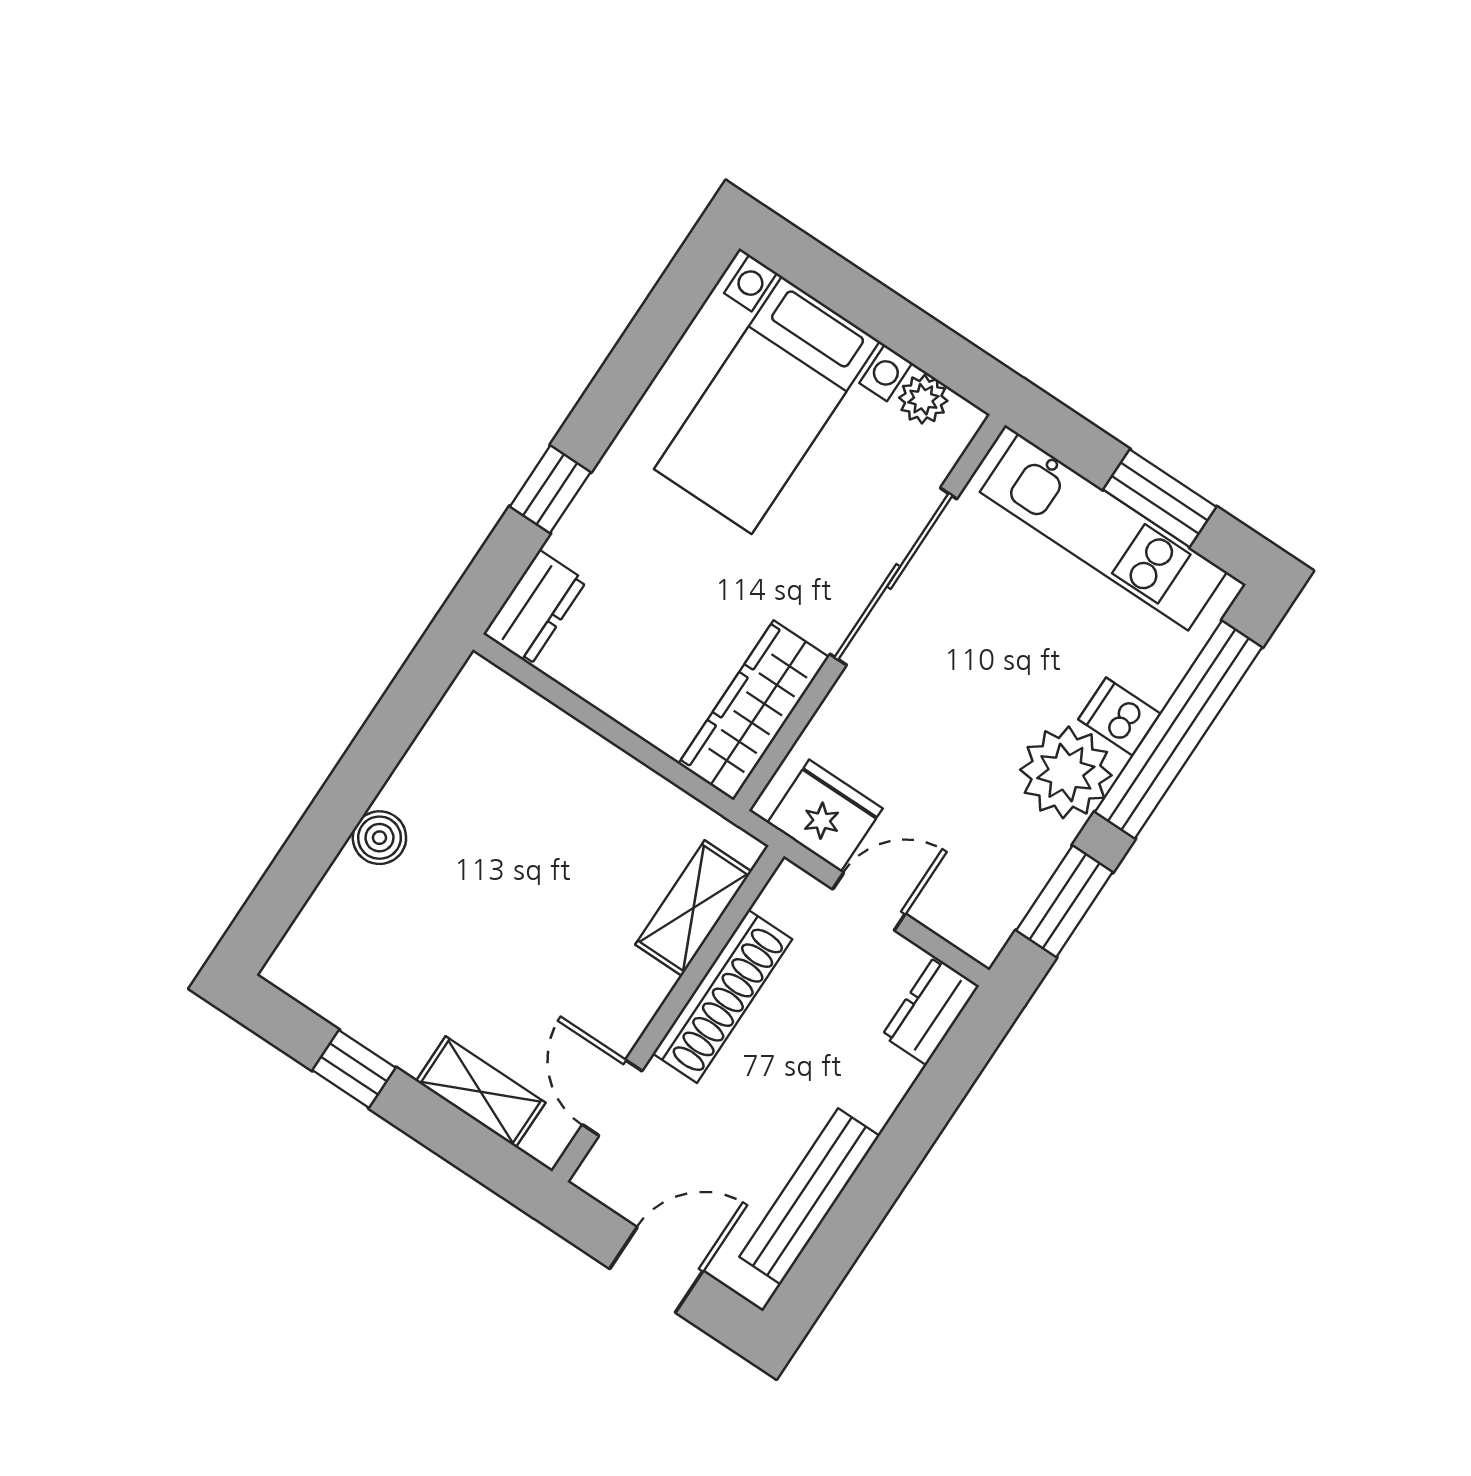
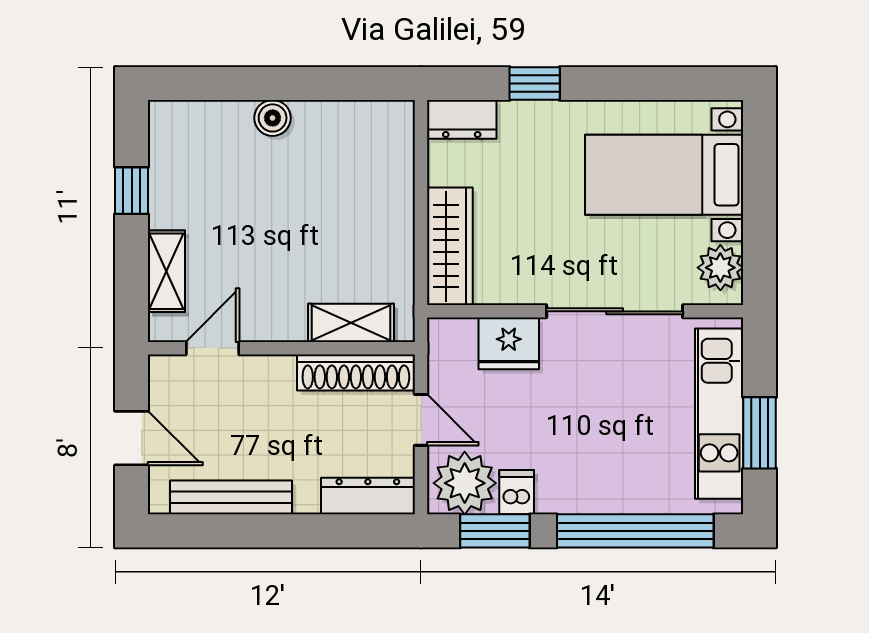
plant: (923, 399) -> (720, 268), width x1.38, depth x1.38
wardrobe: (754, 710) -> (450, 246), moved, turned 90
dishwasher: (1119, 716) -> (517, 492), moved
plant: (1066, 772) -> (465, 483), moved
fridge: (825, 816) -> (509, 343), moved, turned 90
shoe rack: (722, 996) -> (356, 373), moved
dresser: (931, 1011) -> (368, 496), width x1.44

